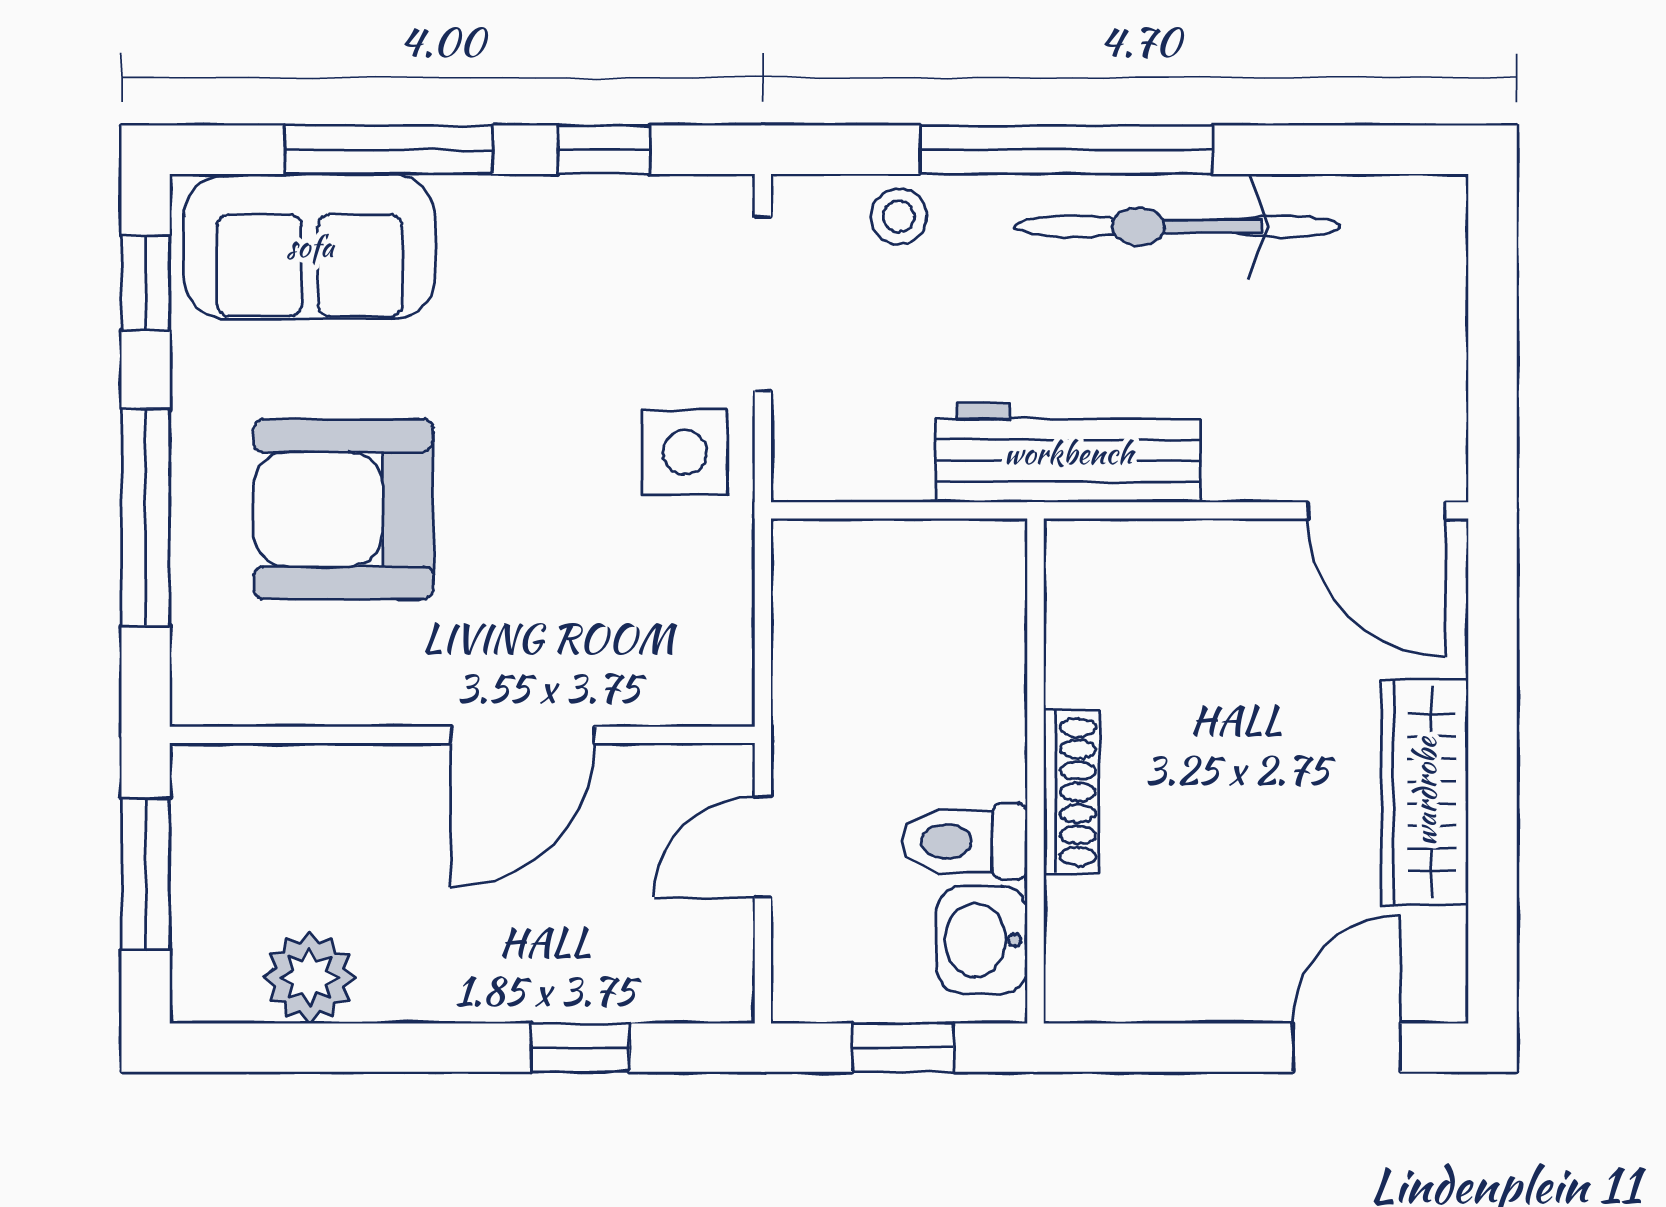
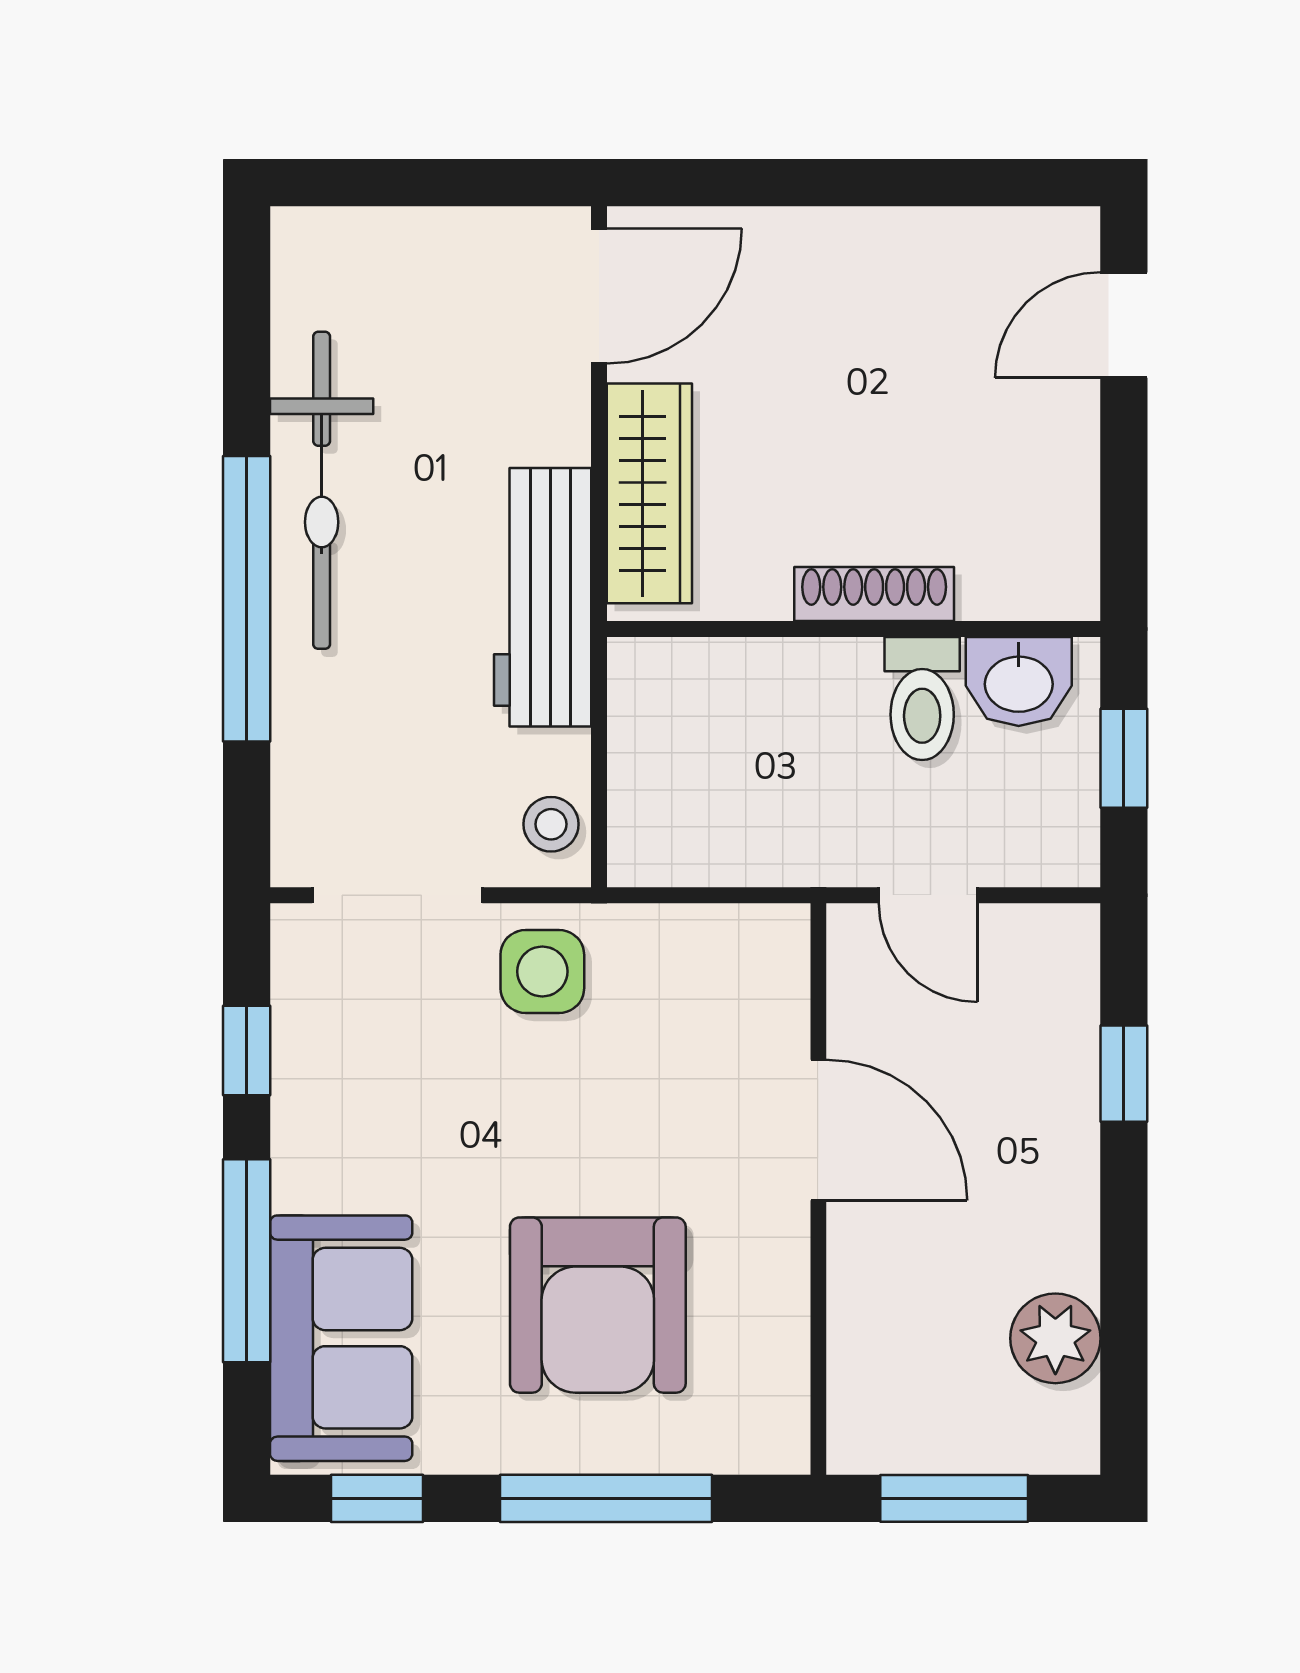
stool: (899, 217) -> (551, 824), moved
wardrobe: (1425, 792) -> (649, 493), moved, turned -90
door: (1347, 1048) -> (1124, 325), hinge flipped

